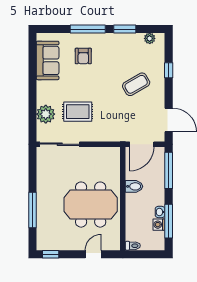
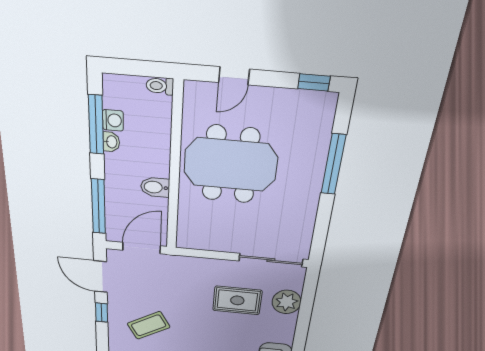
window: (169, 70) -> (102, 312), moved

